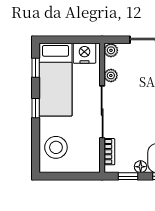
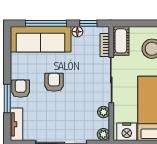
cot: (91, 156) -> (121, 41), added

